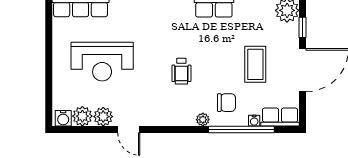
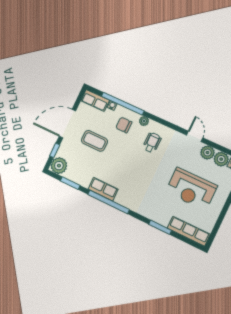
reception desk: (102, 62) -> (191, 189), turned 180
coffee table: (255, 64) -> (94, 141), turned 90
wheelchair: (181, 71) -> (152, 143), moved

